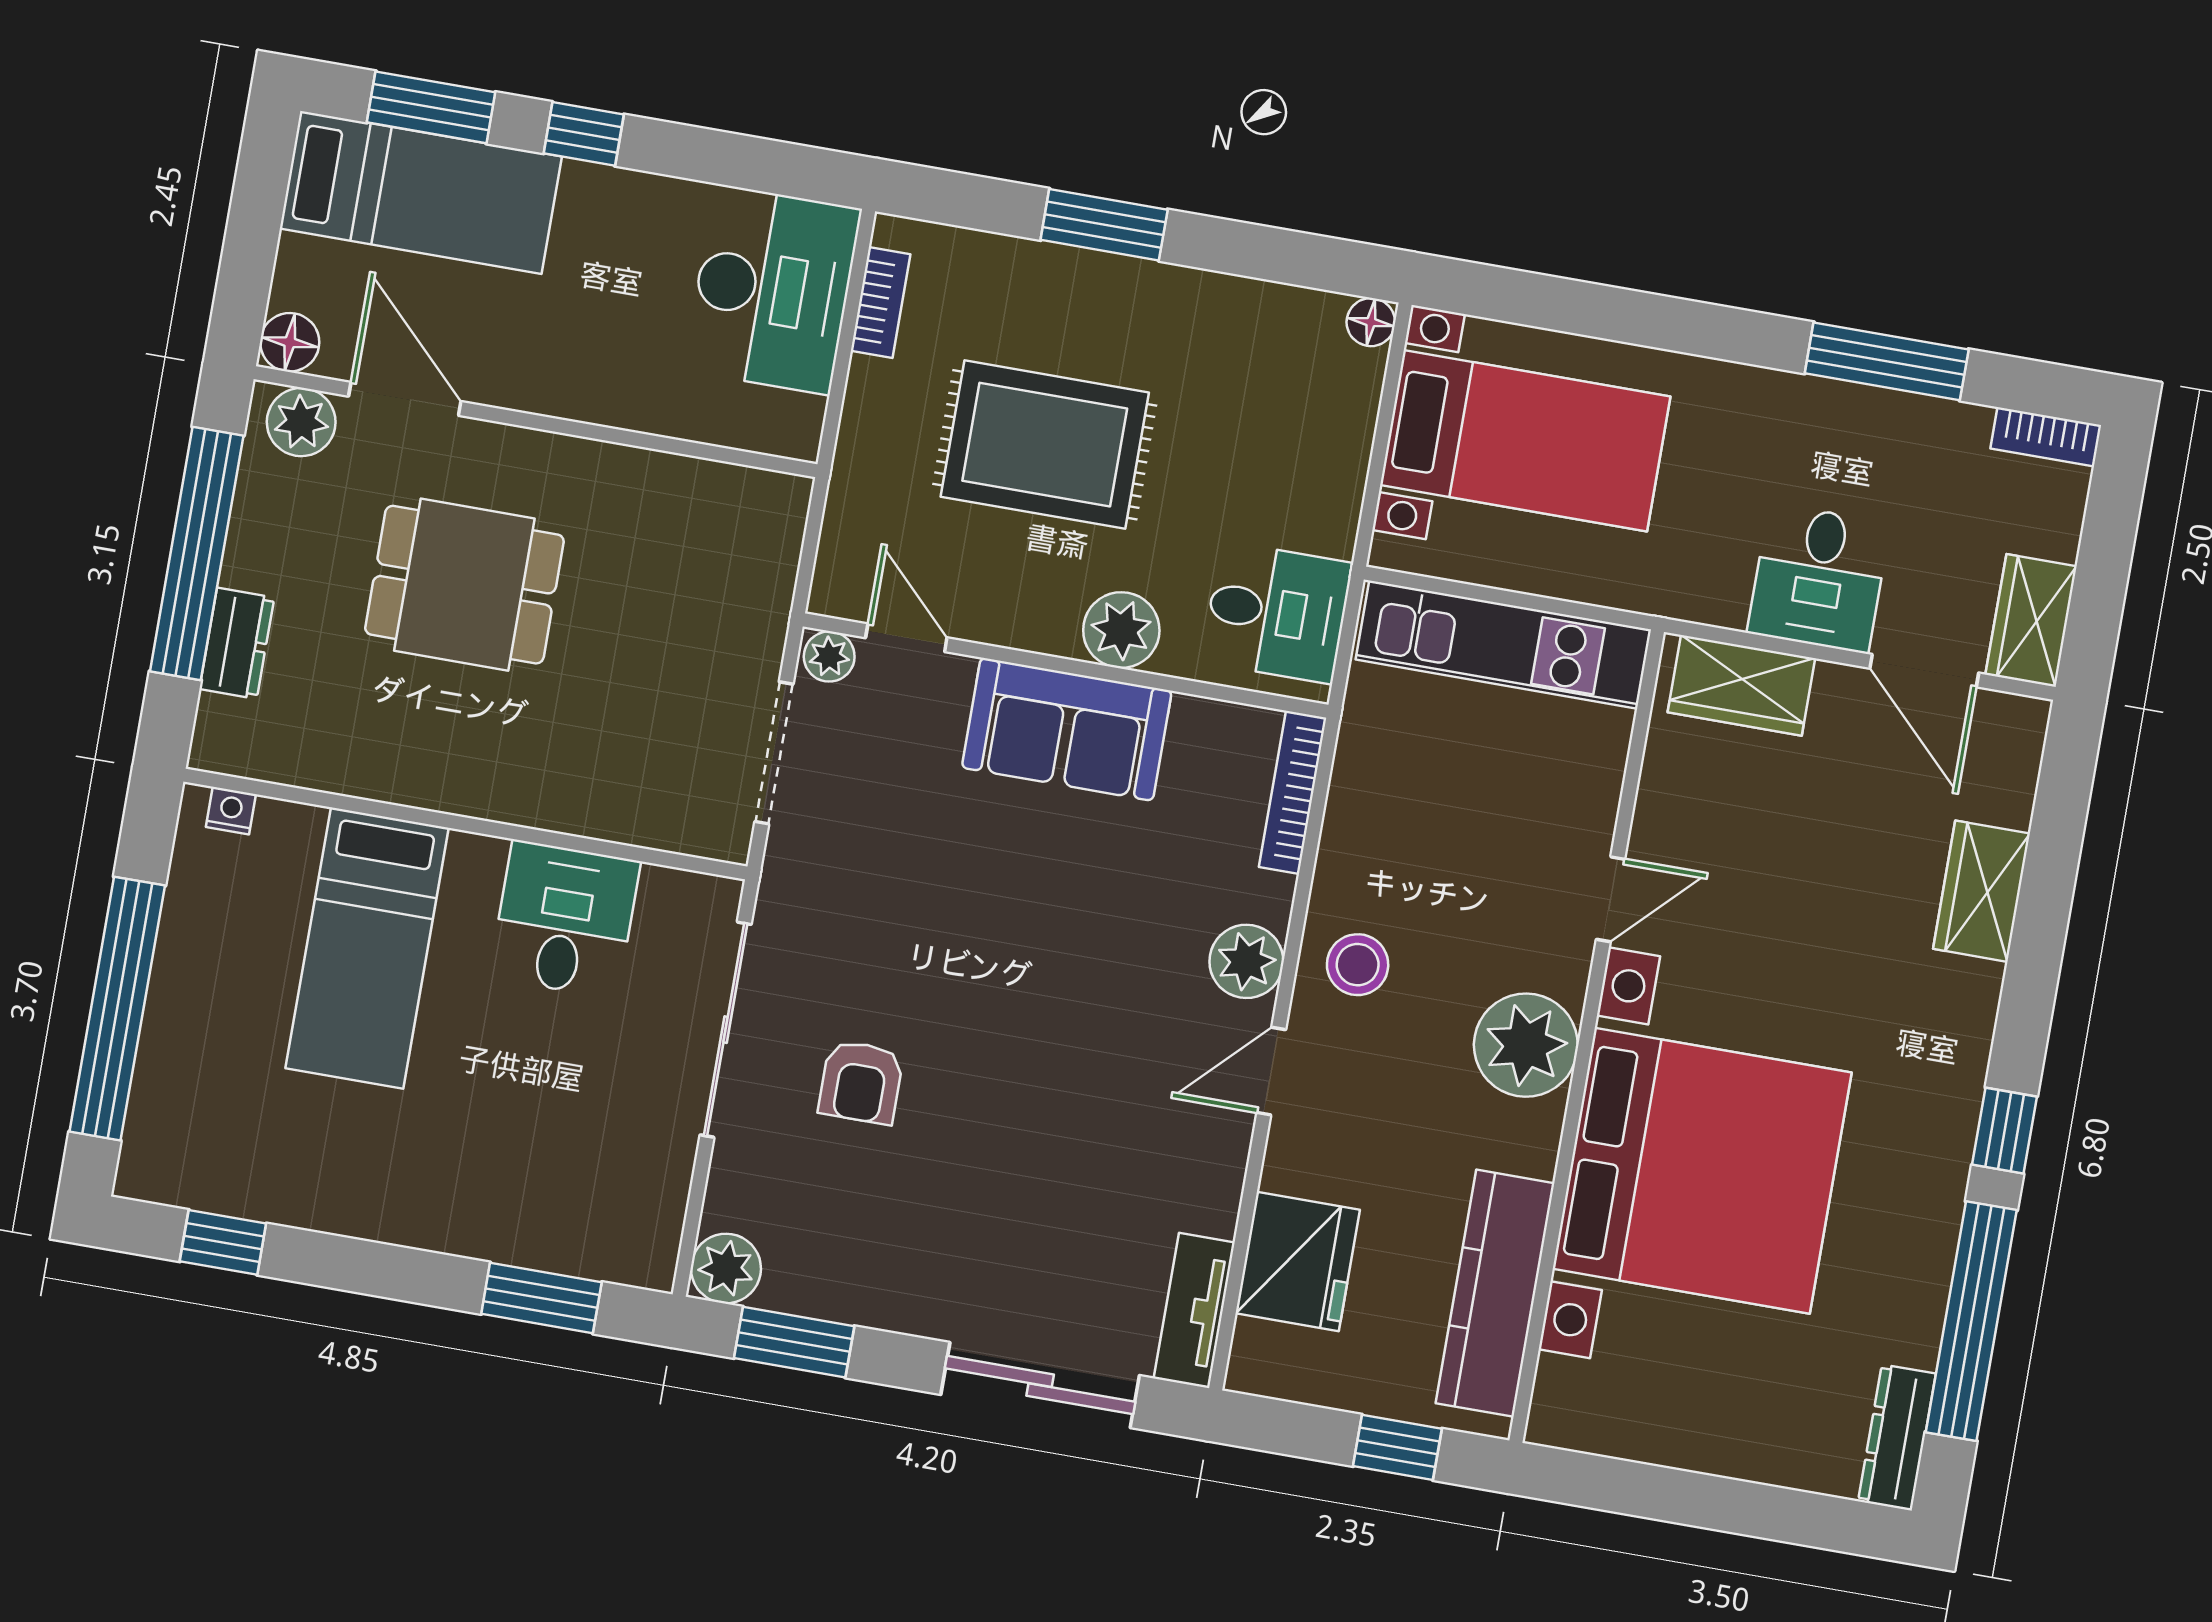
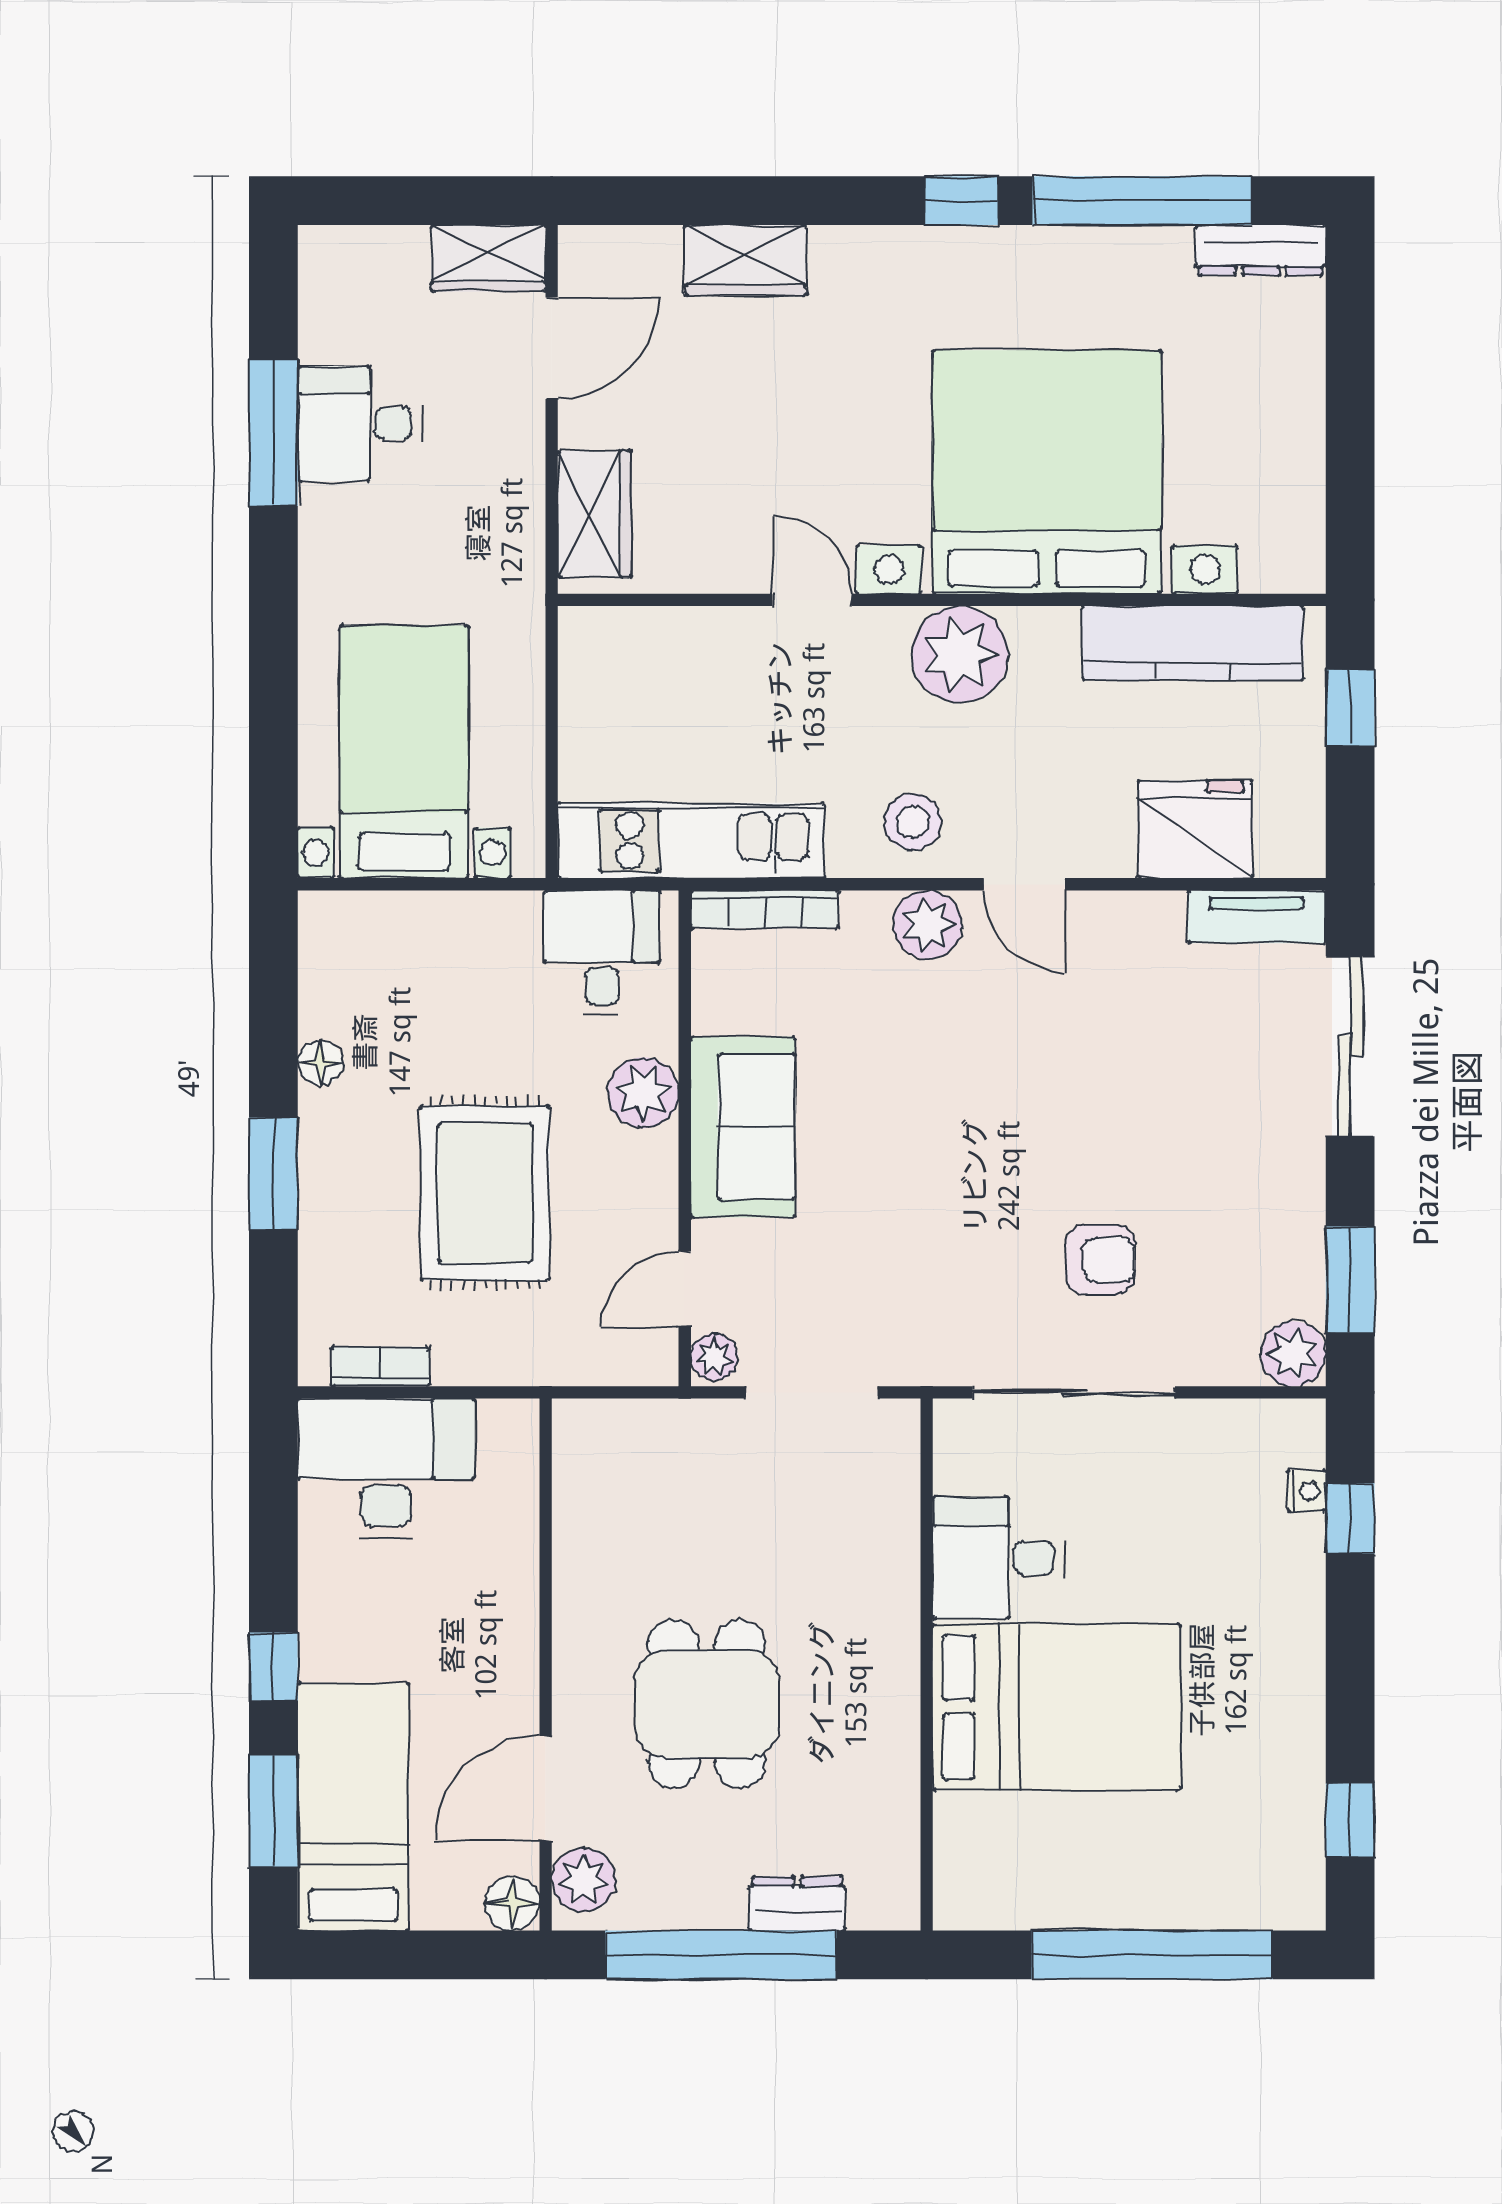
floor lamp: (1371, 322) -> (320, 1063), moved
bookcase: (2046, 437) -> (317, 274), removed
desk: (1819, 578) -> (360, 424), moved, turned 180
kitchen unit: (1503, 645) -> (691, 841), moved, turned -90
nightstand: (231, 811) -> (1307, 1491), moved, turned 180
bed: (367, 948) -> (1056, 1707), width x1.50
window: (541, 1298) -> (1350, 1519), width x0.67

